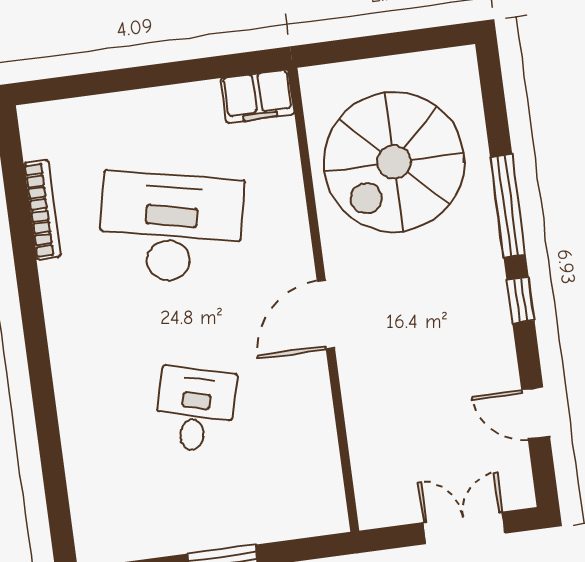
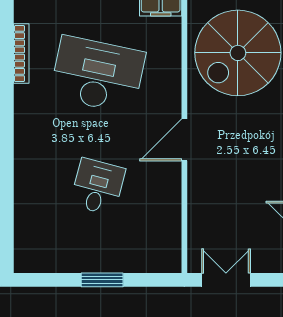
double door: (464, 528) -> (226, 280), moved

